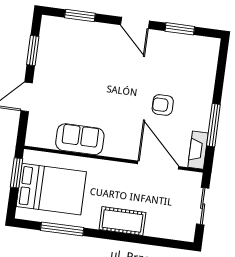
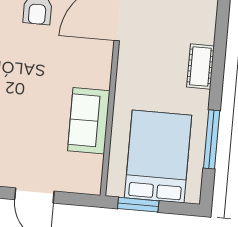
cot: (122, 221) -> (200, 67), width x0.73, depth x0.75

